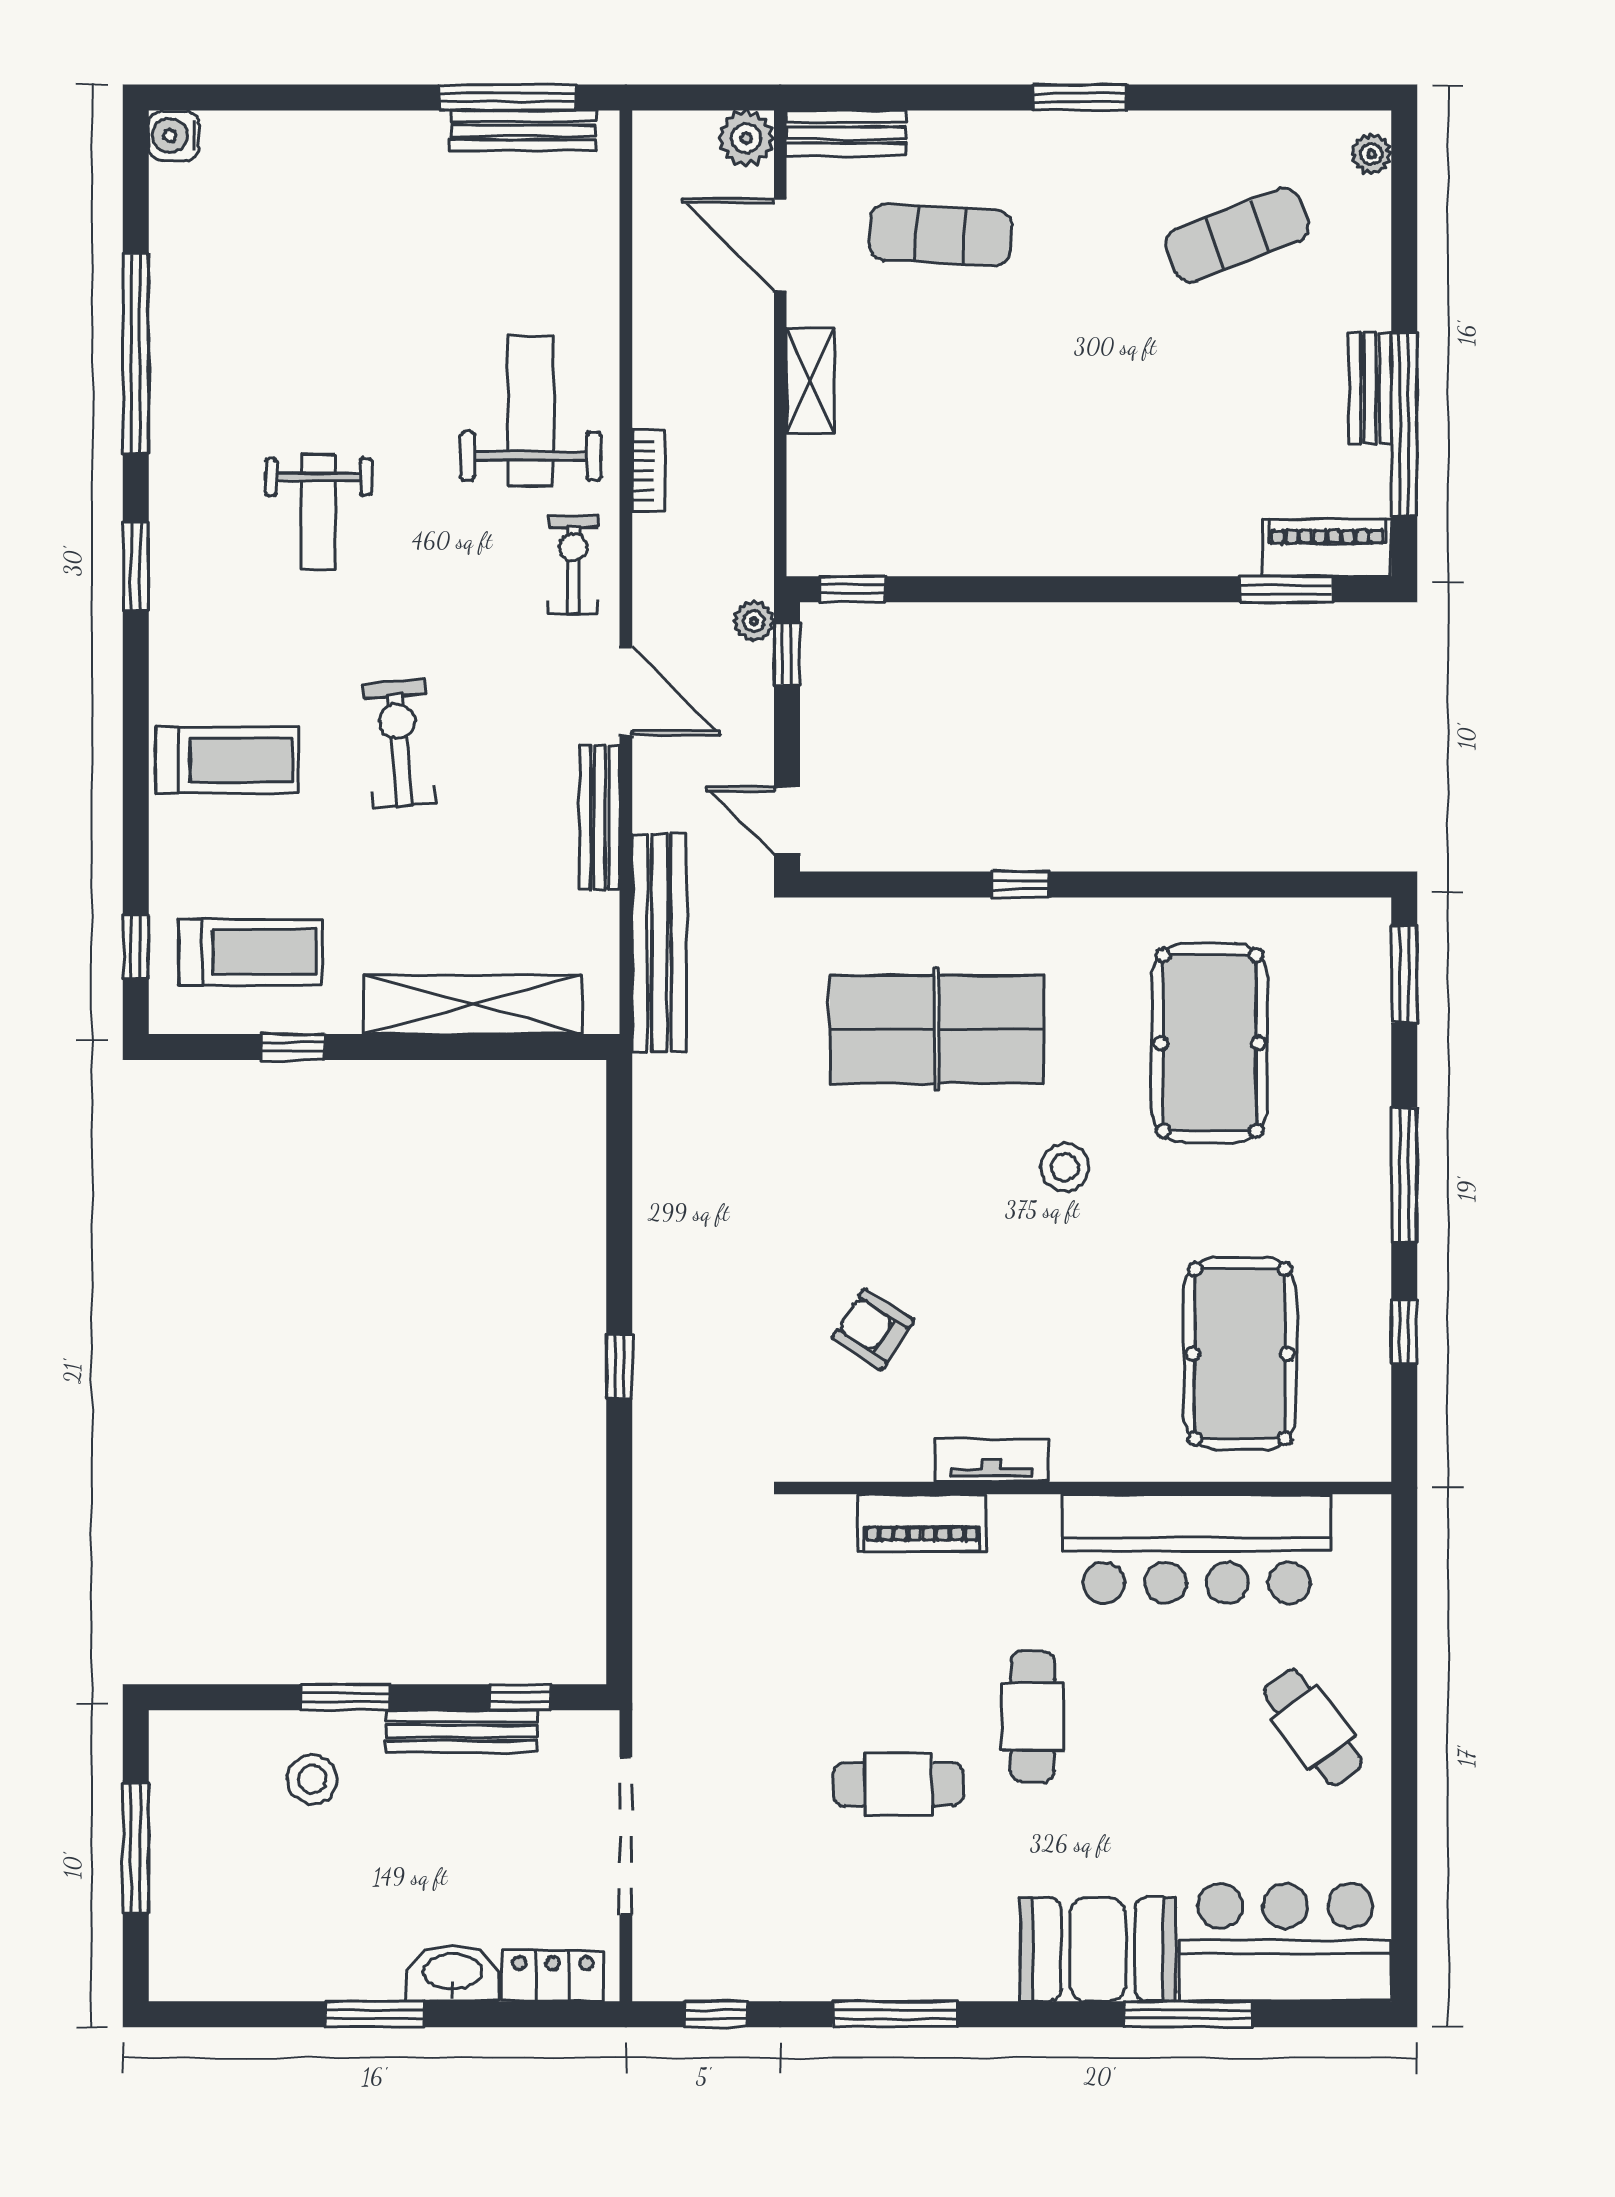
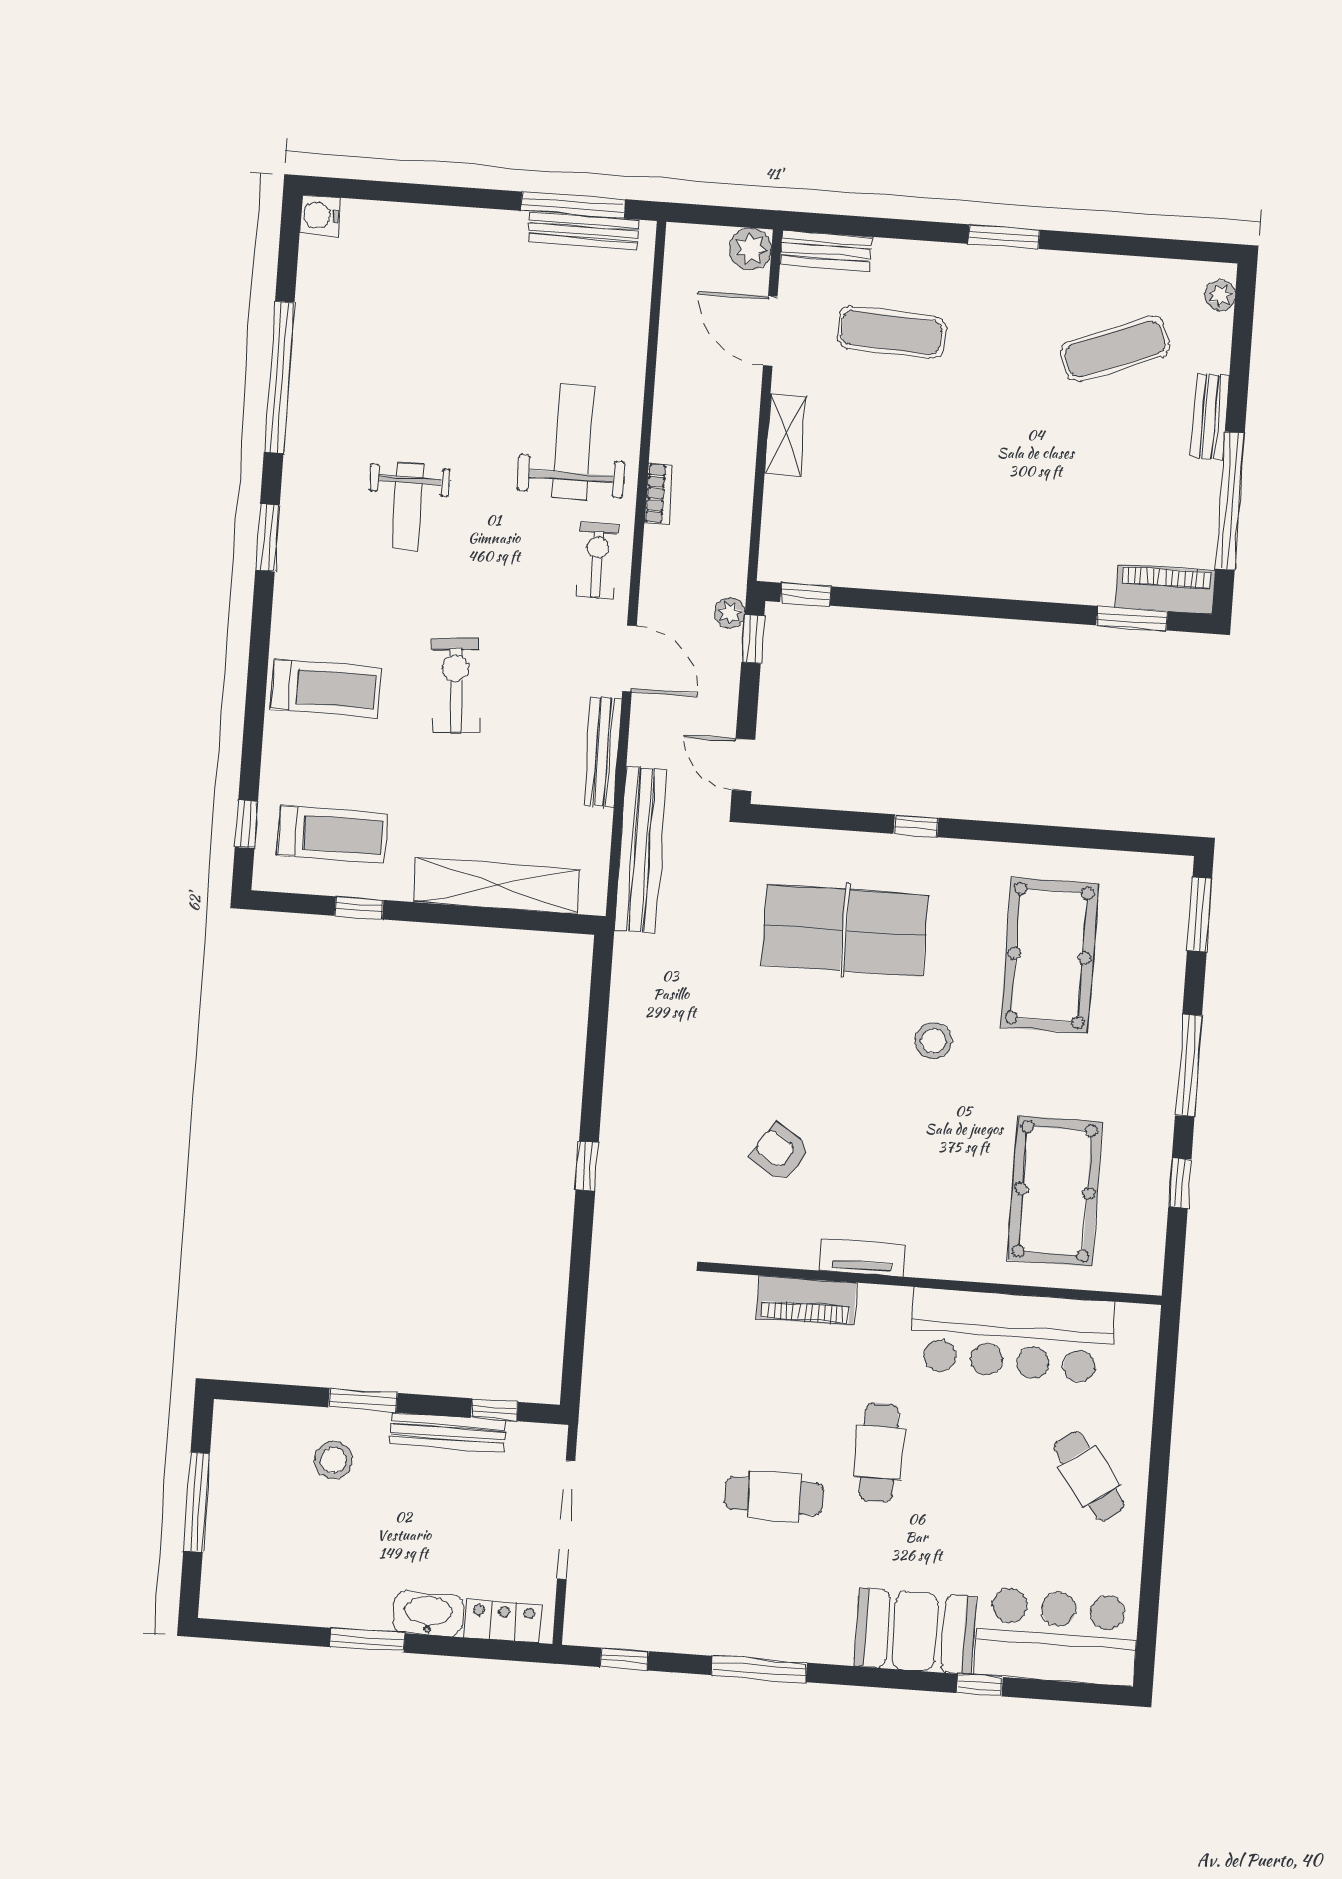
bench: (1370, 388) -> (1210, 416), moved
window: (1188, 2014) -> (980, 1685), width x0.46

